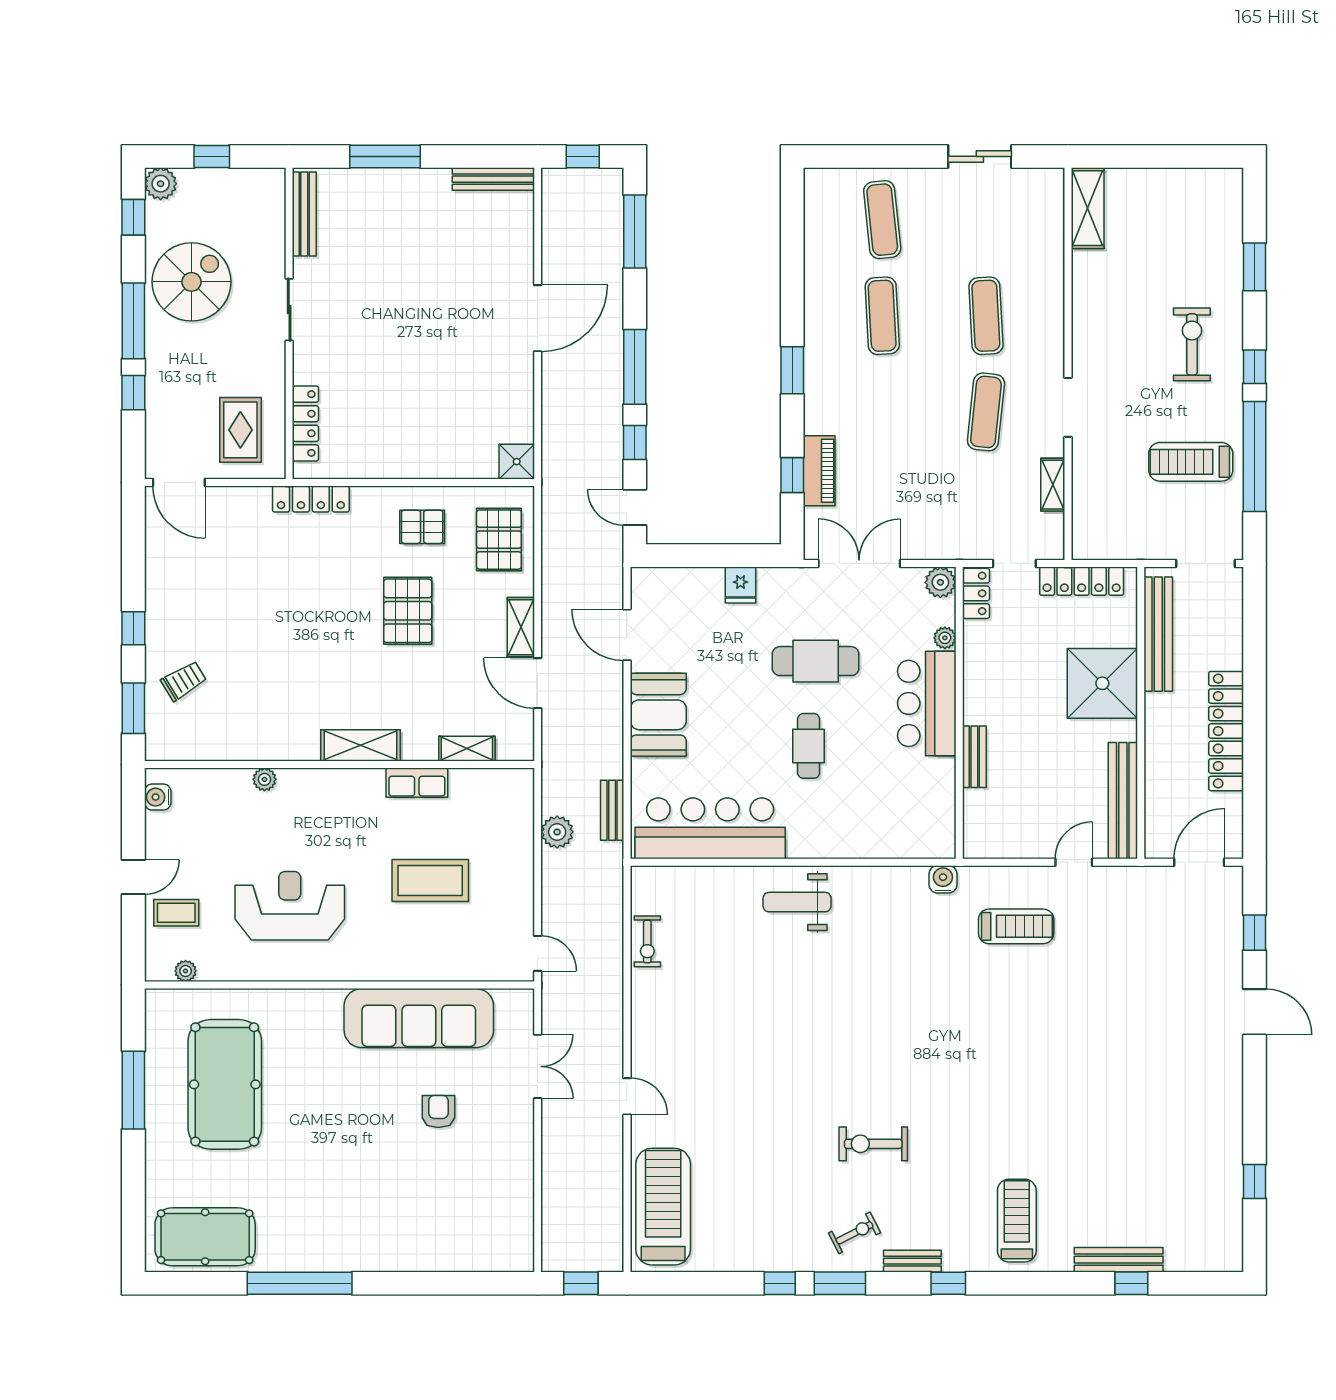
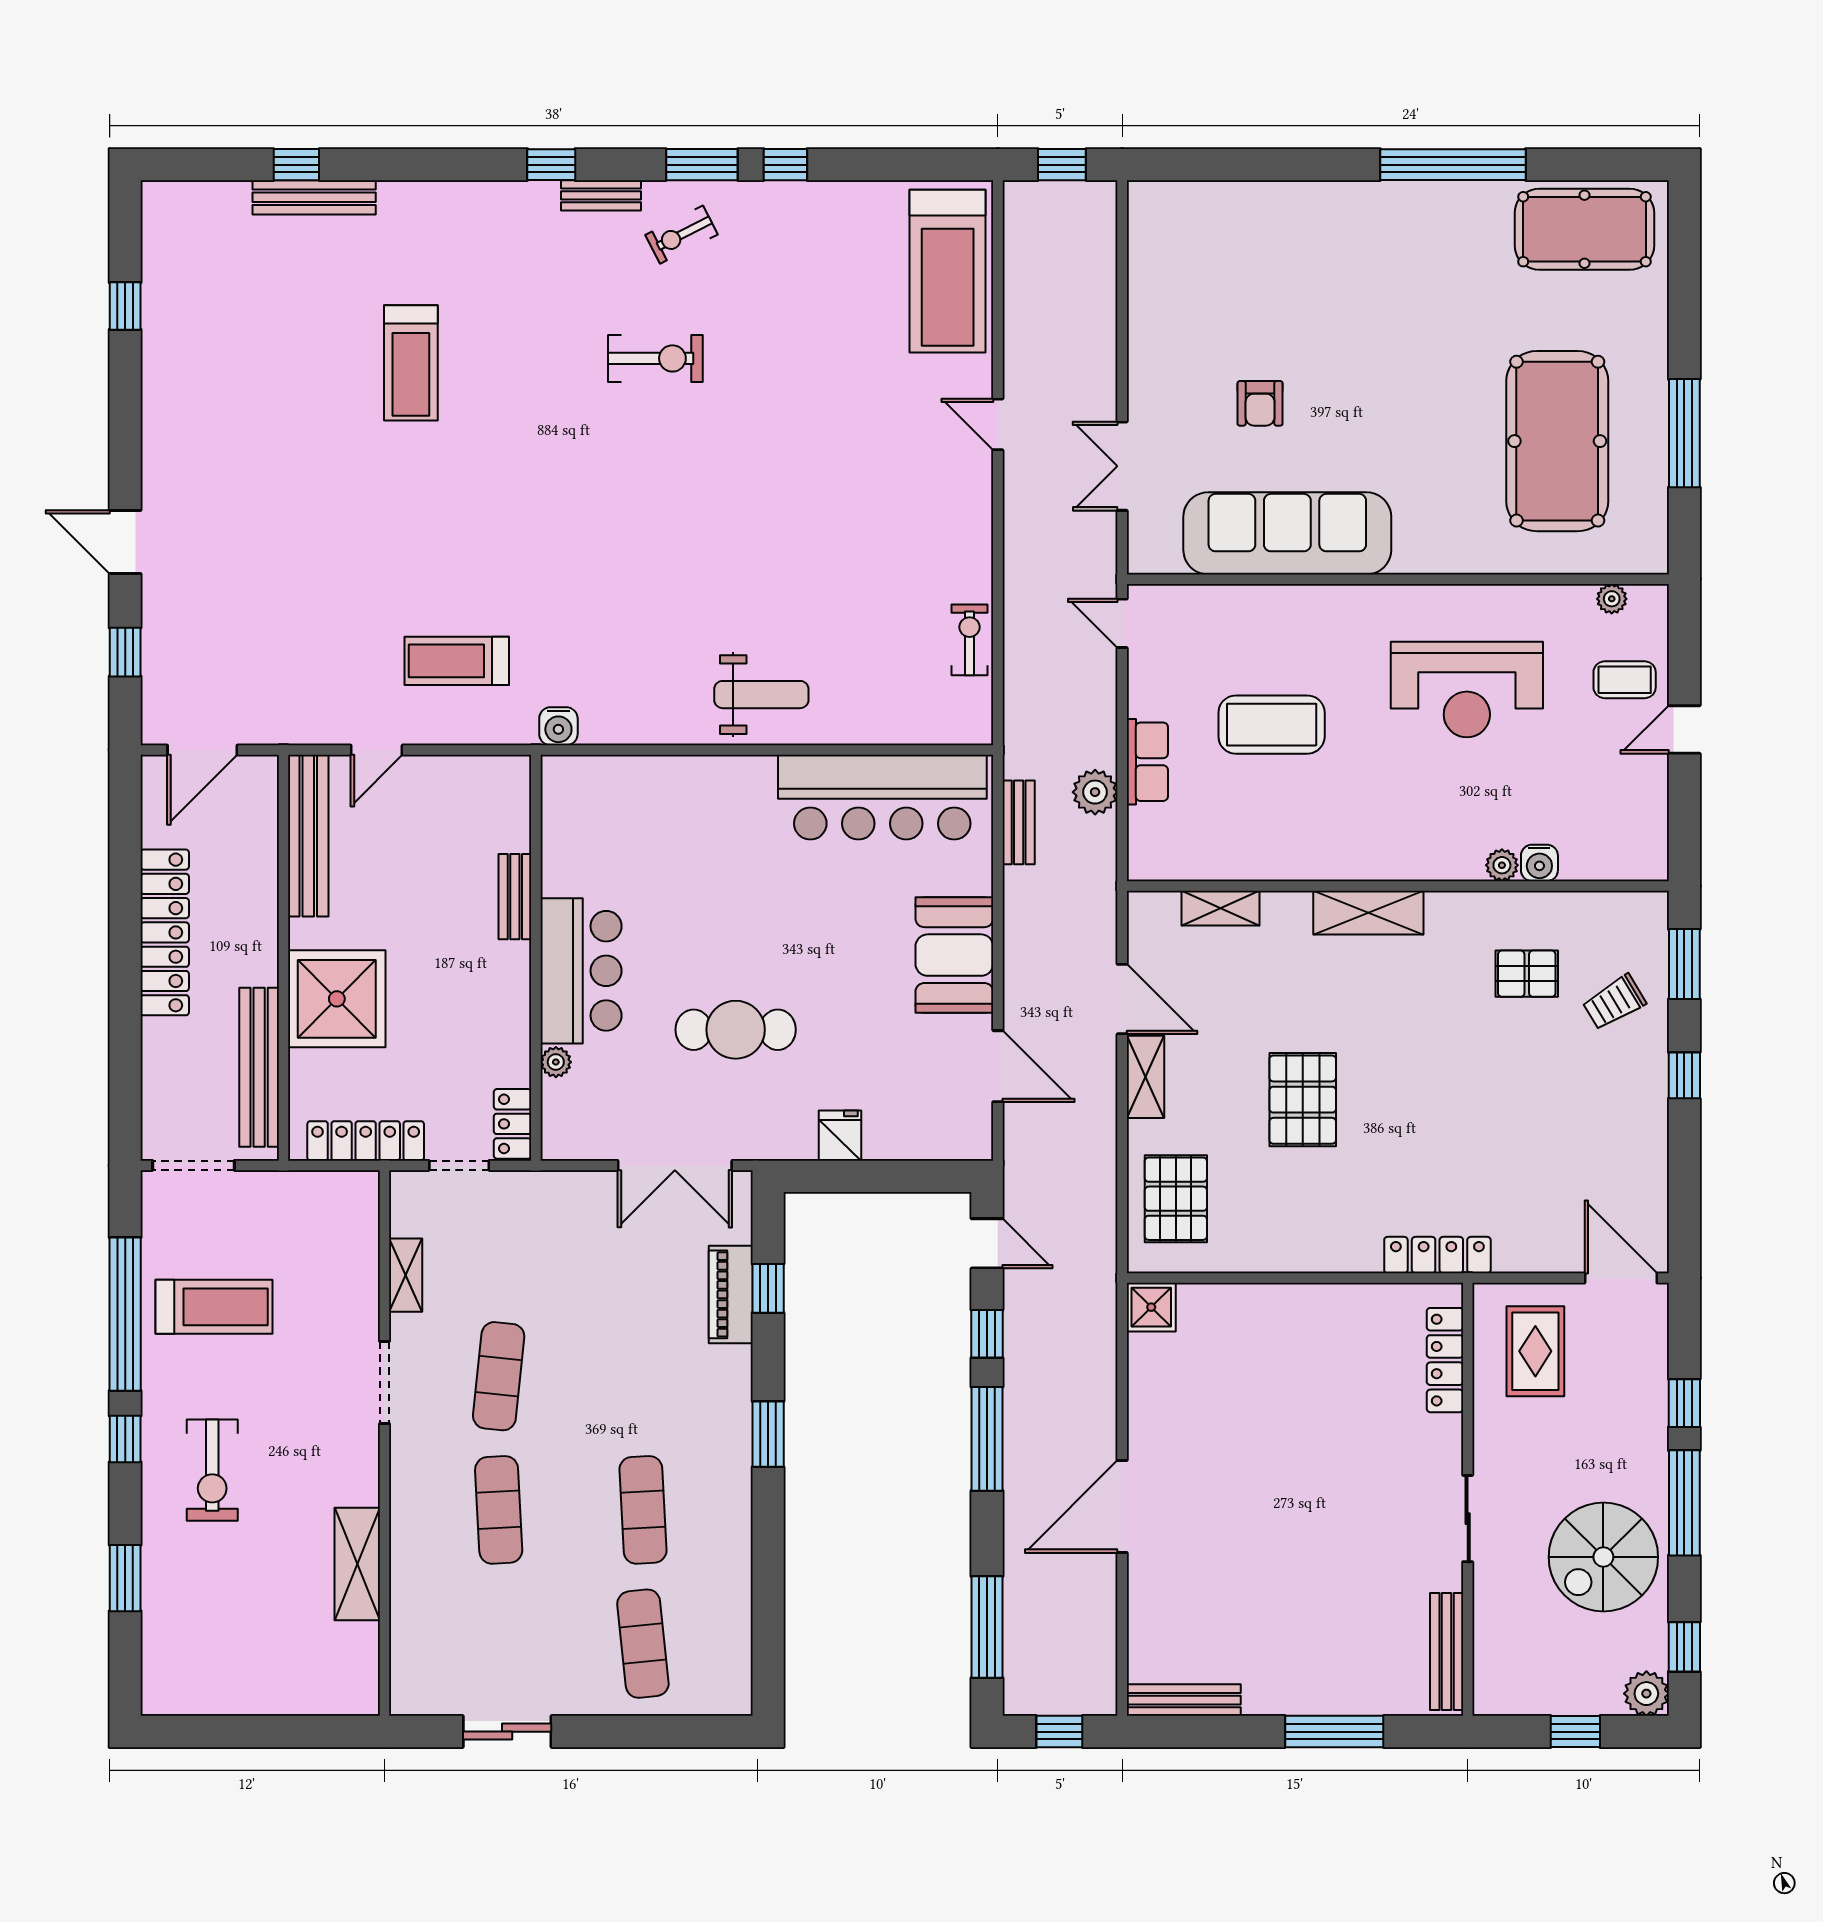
shelving: (1088, 208) -> (357, 1564), moved
pallet: (422, 527) -> (1527, 974), moved
plant: (940, 582) -> (562, 1139), removed
cafe table: (809, 746) -> (745, 912), removed
row of seats: (417, 783) -> (1147, 762), moved, turned 90
water cooler: (158, 797) -> (1539, 863), moved, turned 90
treadmill: (1017, 1221) -> (411, 363), moved

